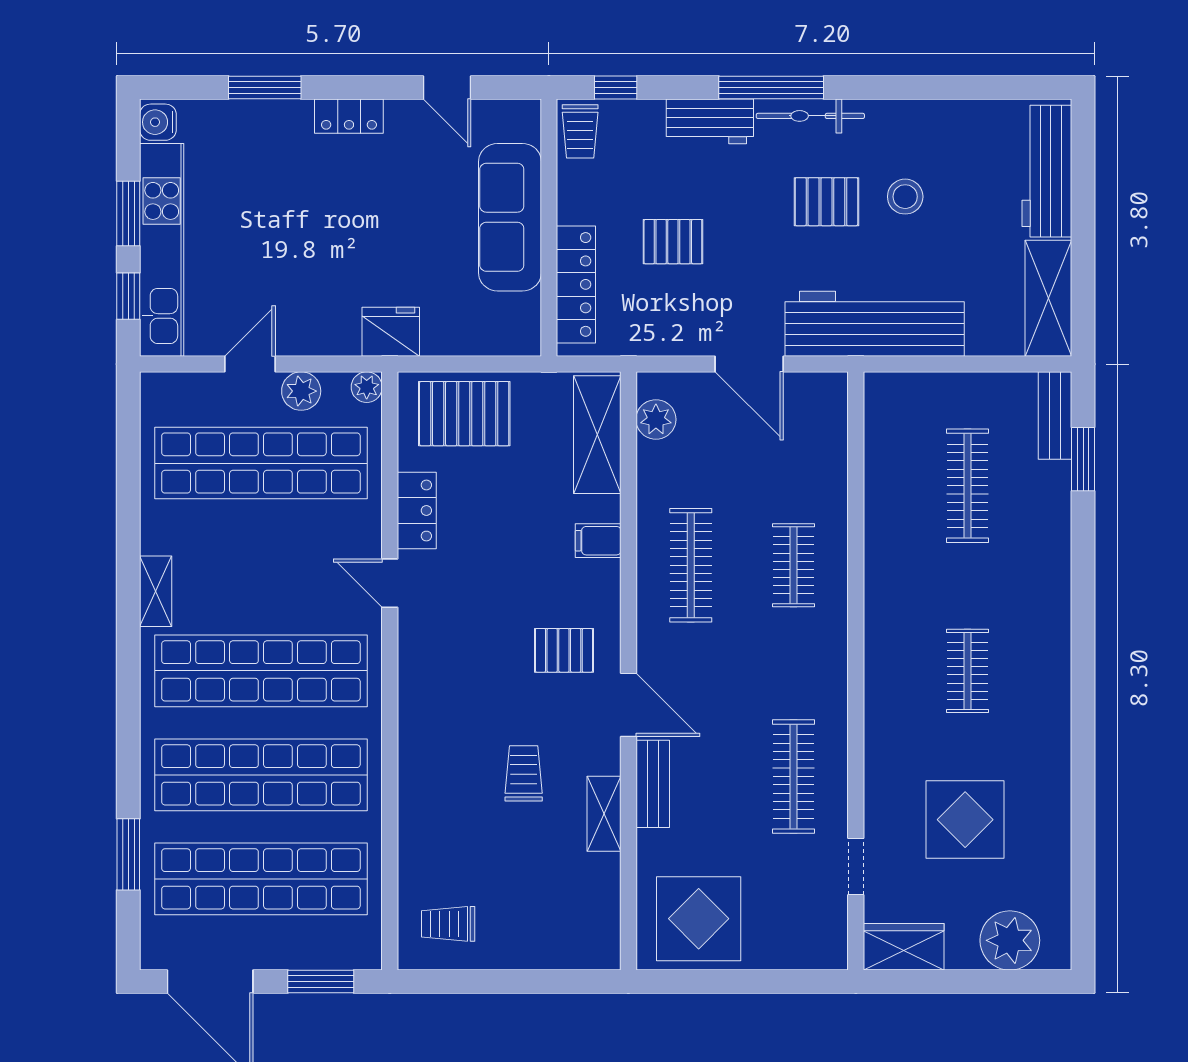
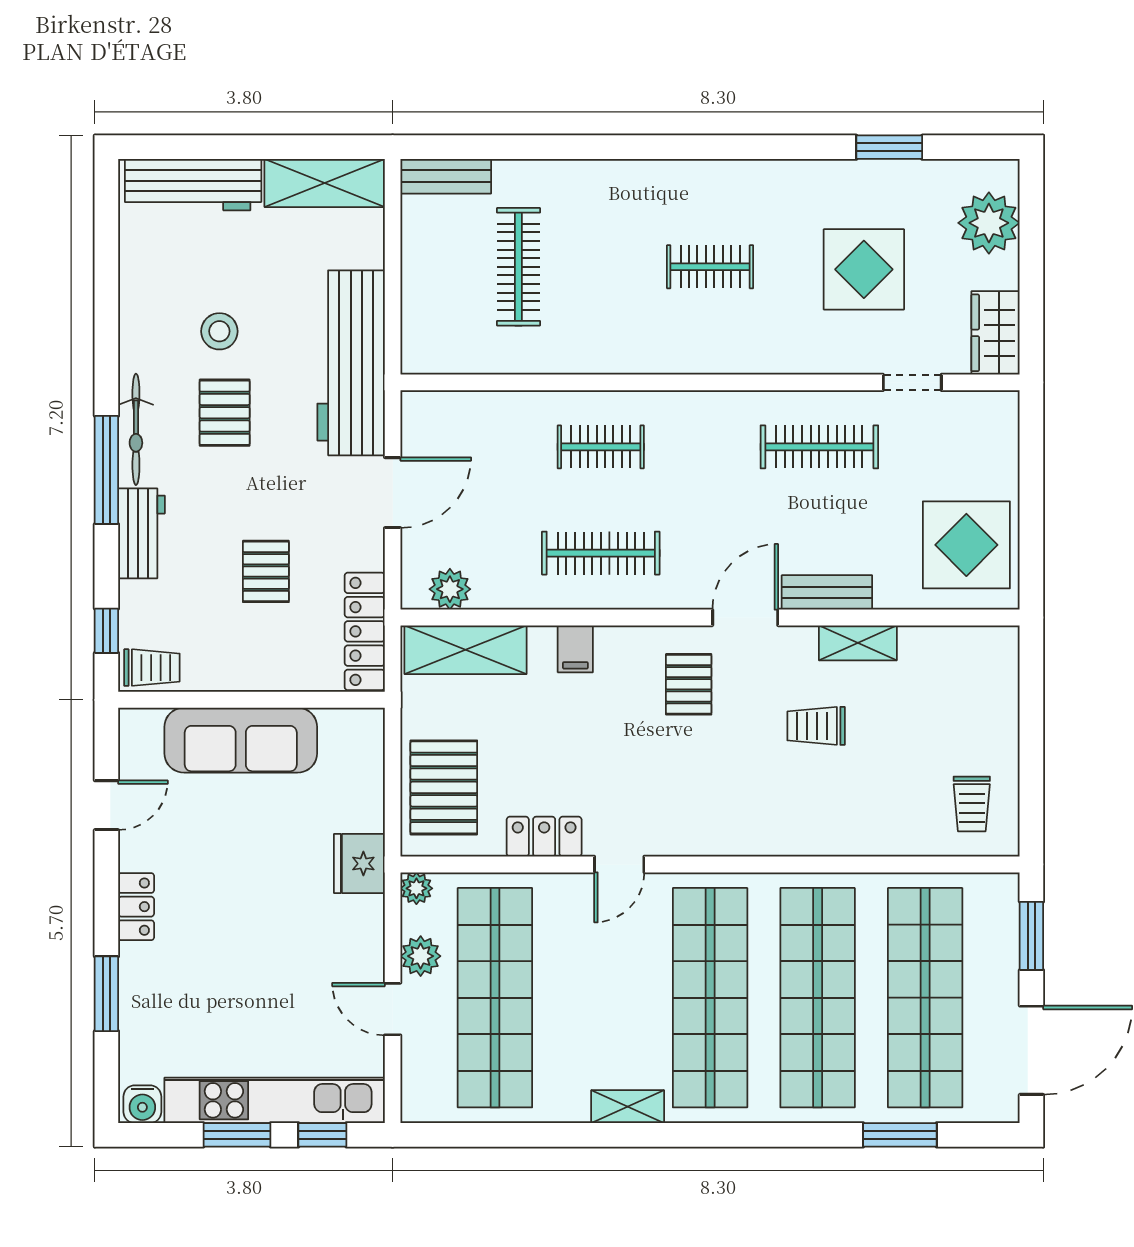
locker: (576, 284) -> (365, 631), moved, turned -90
window: (1083, 459) -> (889, 147), moved
clothes rail: (968, 486) -> (518, 267), turned 90

